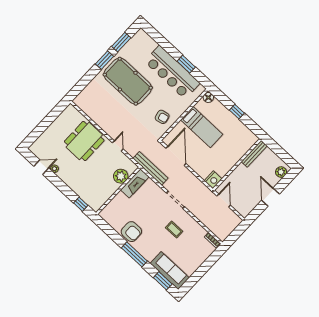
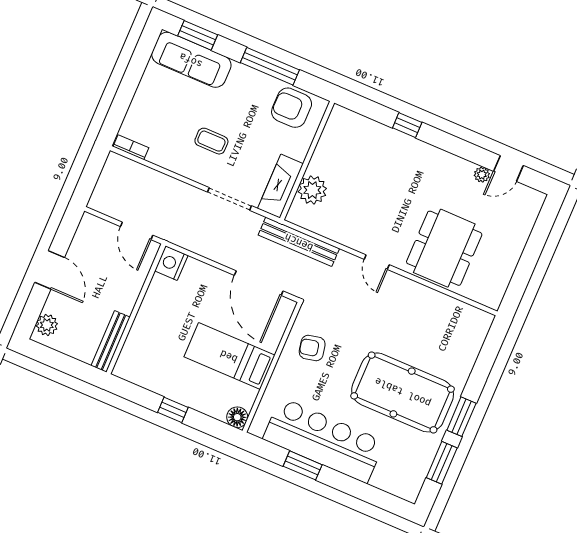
plant: (121, 176) -> (312, 190), moved
fireplace: (135, 183) -> (280, 186), moved
wall: (118, 191) -> (307, 161), moved

